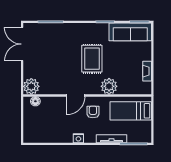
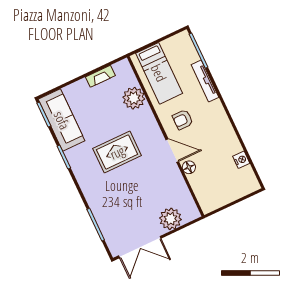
plant: (31, 86) -> (170, 219), moved
plant: (109, 86) -> (134, 98), moved
floor lamp: (35, 101) -> (189, 167), moved
nightstand: (78, 138) -> (241, 160), moved

